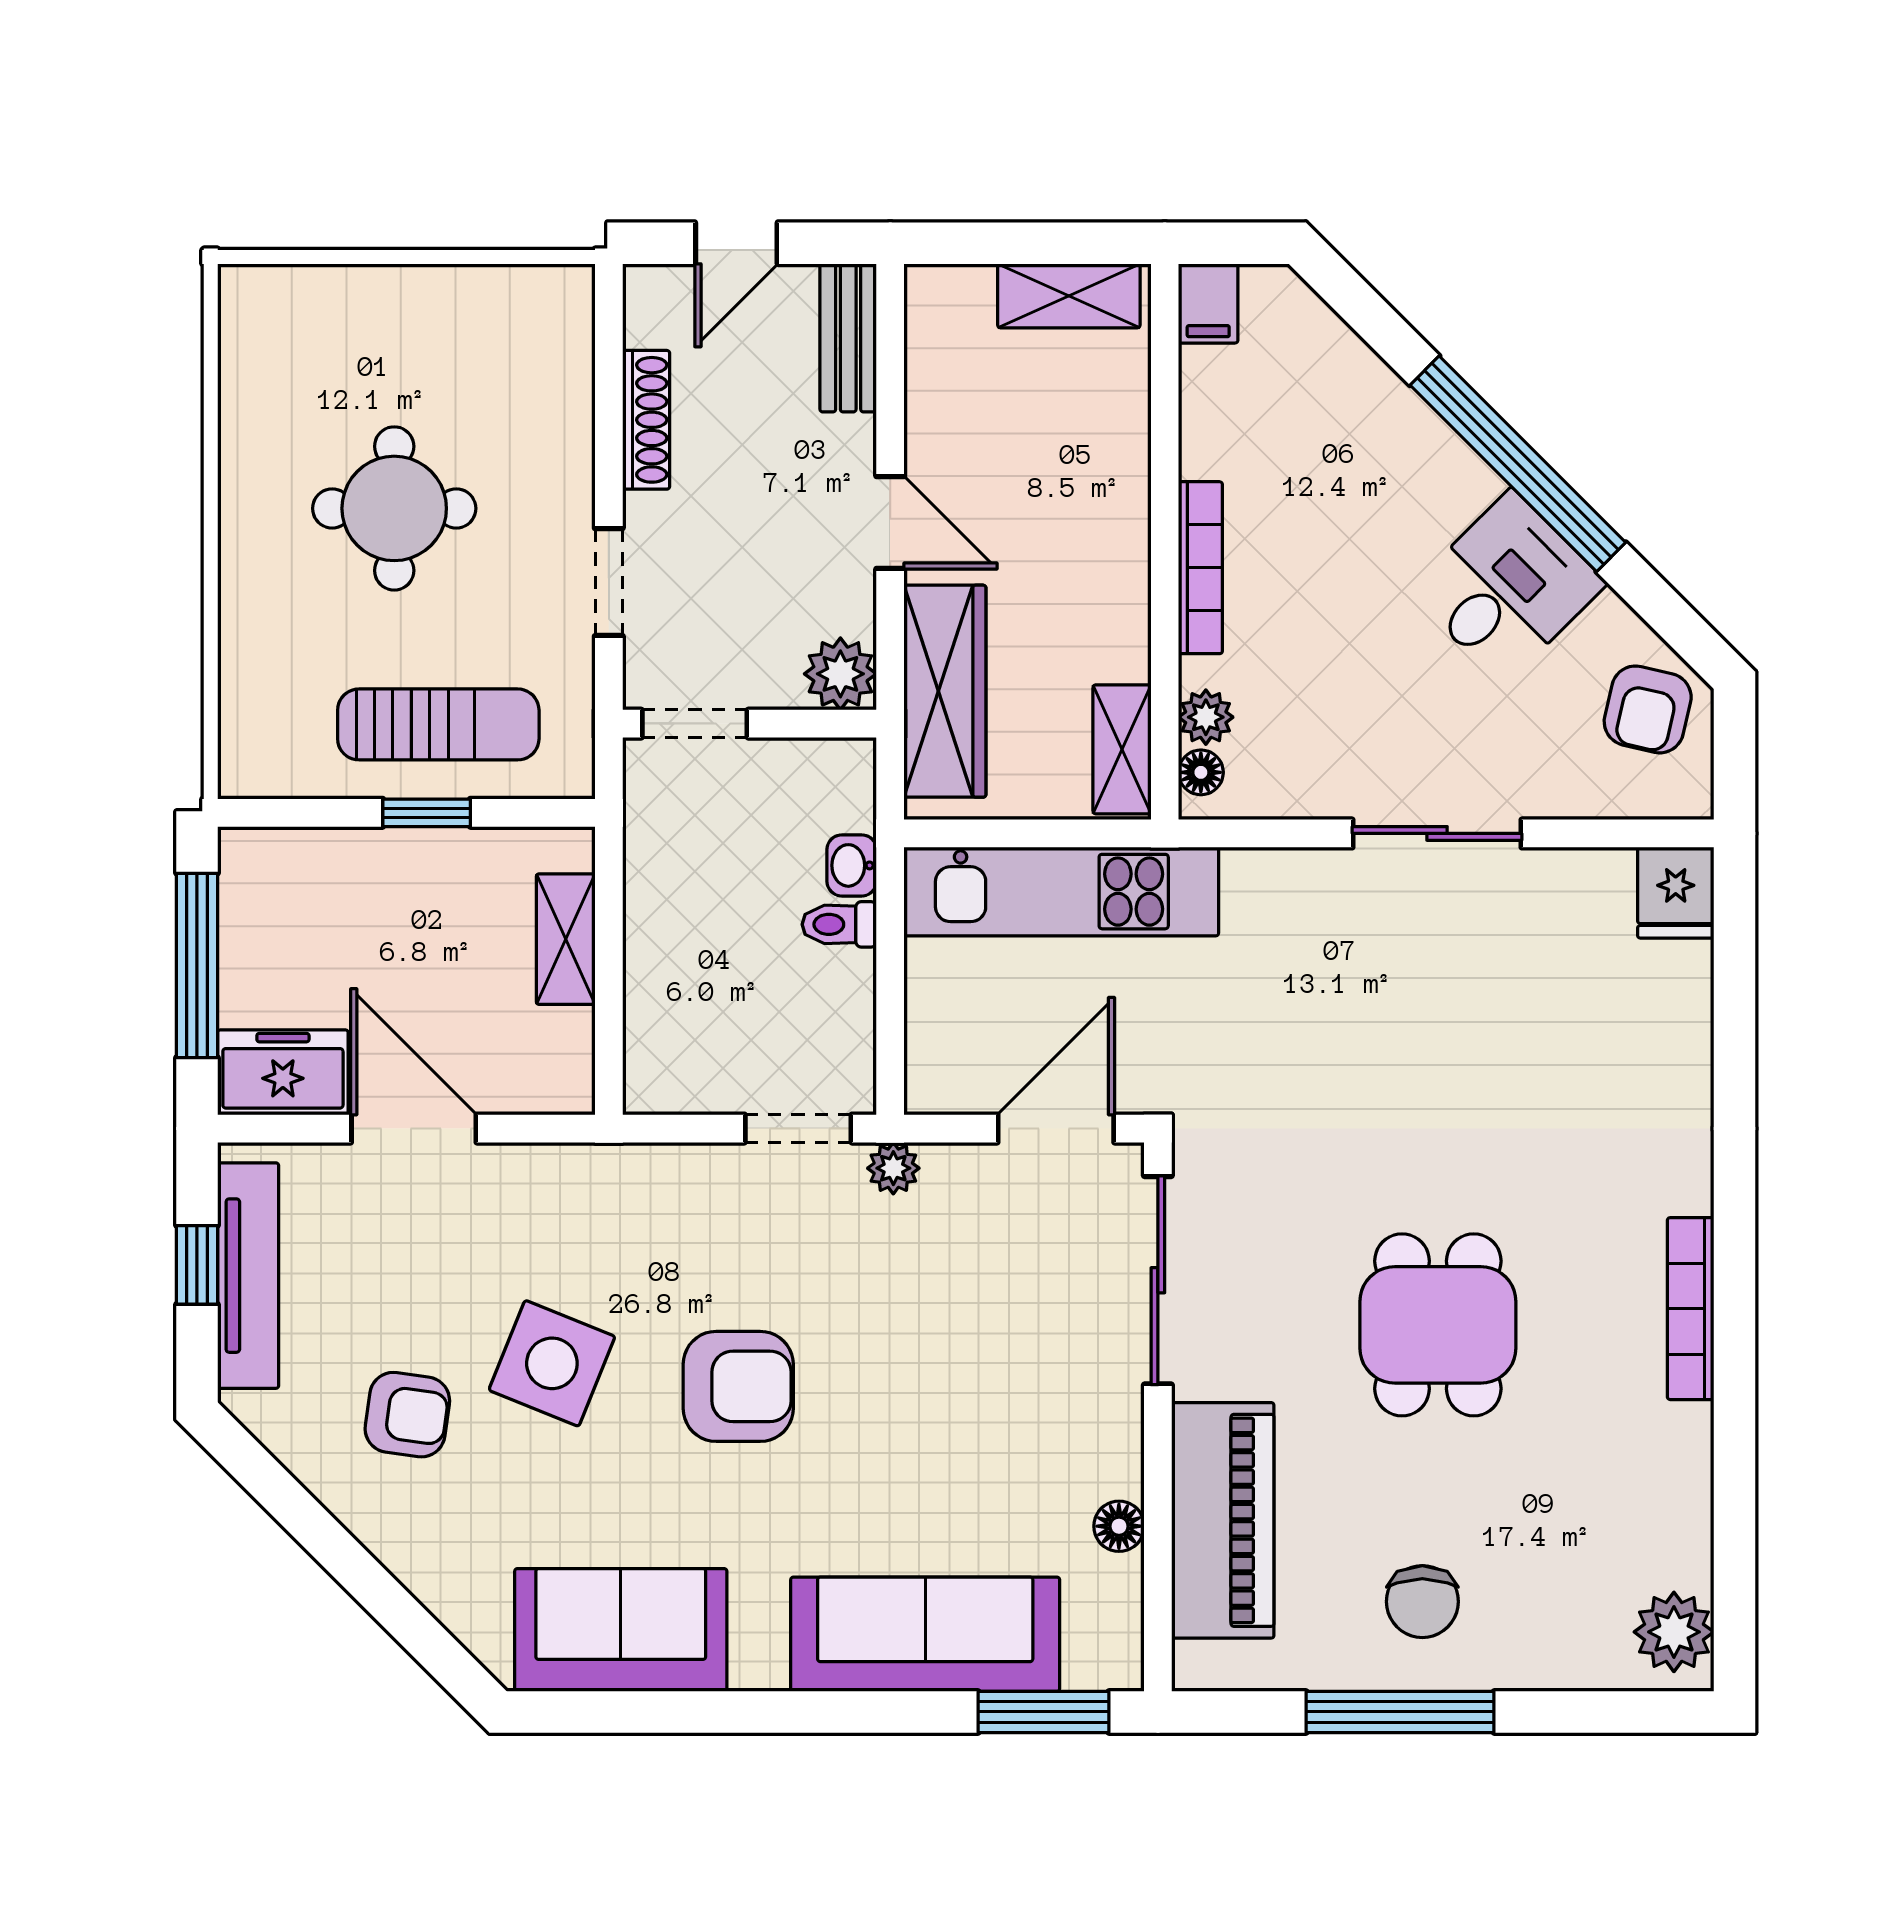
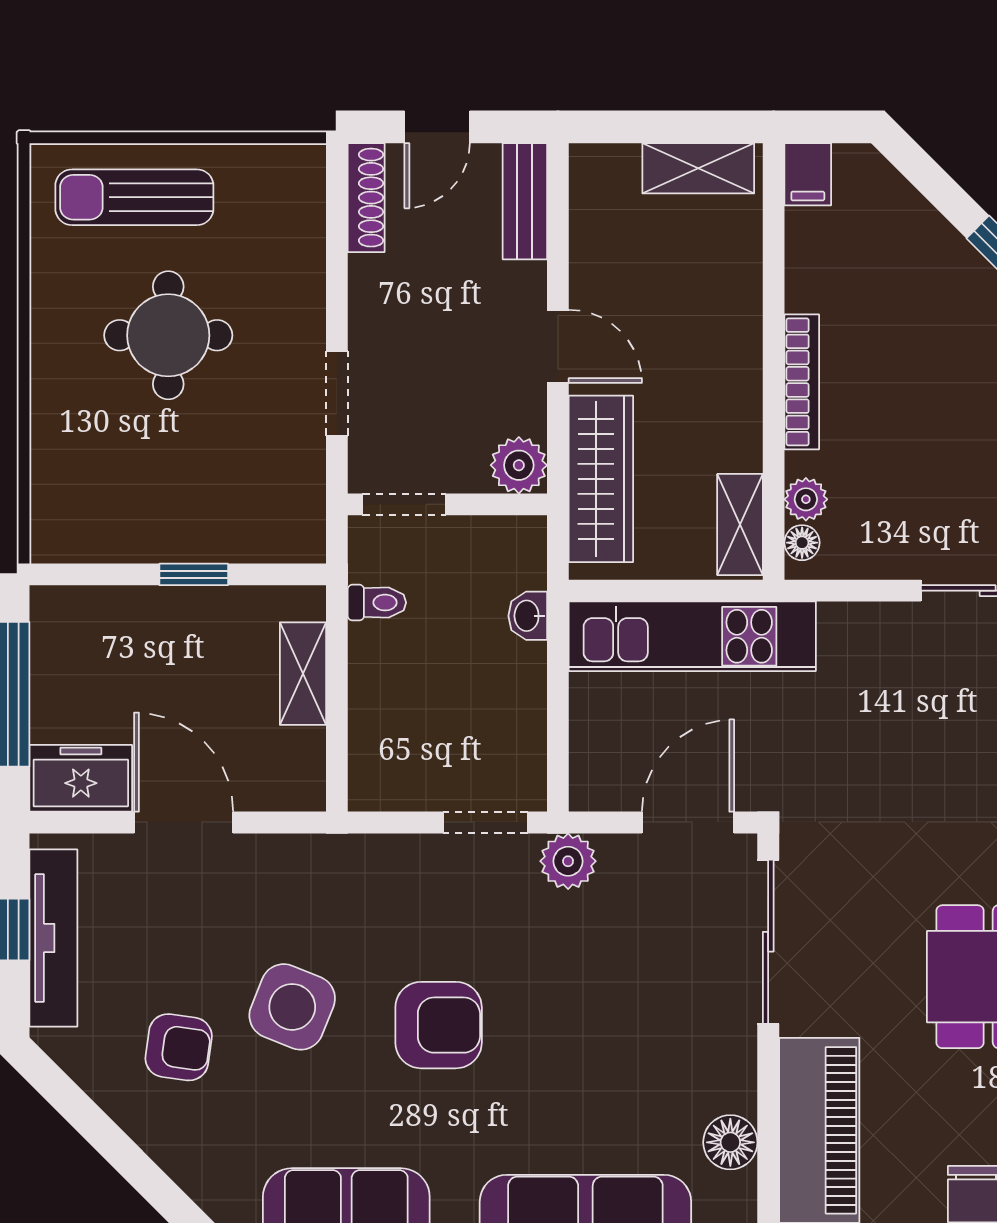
shoe rack: (646, 420) -> (366, 198), moved
sun lounger: (438, 724) -> (134, 197), moved, turned 180
toilet: (839, 924) -> (377, 603), moved, turned 180
plant: (893, 1168) -> (568, 861), width x1.38, depth x1.38
floor lamp: (1119, 1526) -> (730, 1142), width x1.37, depth x1.37

